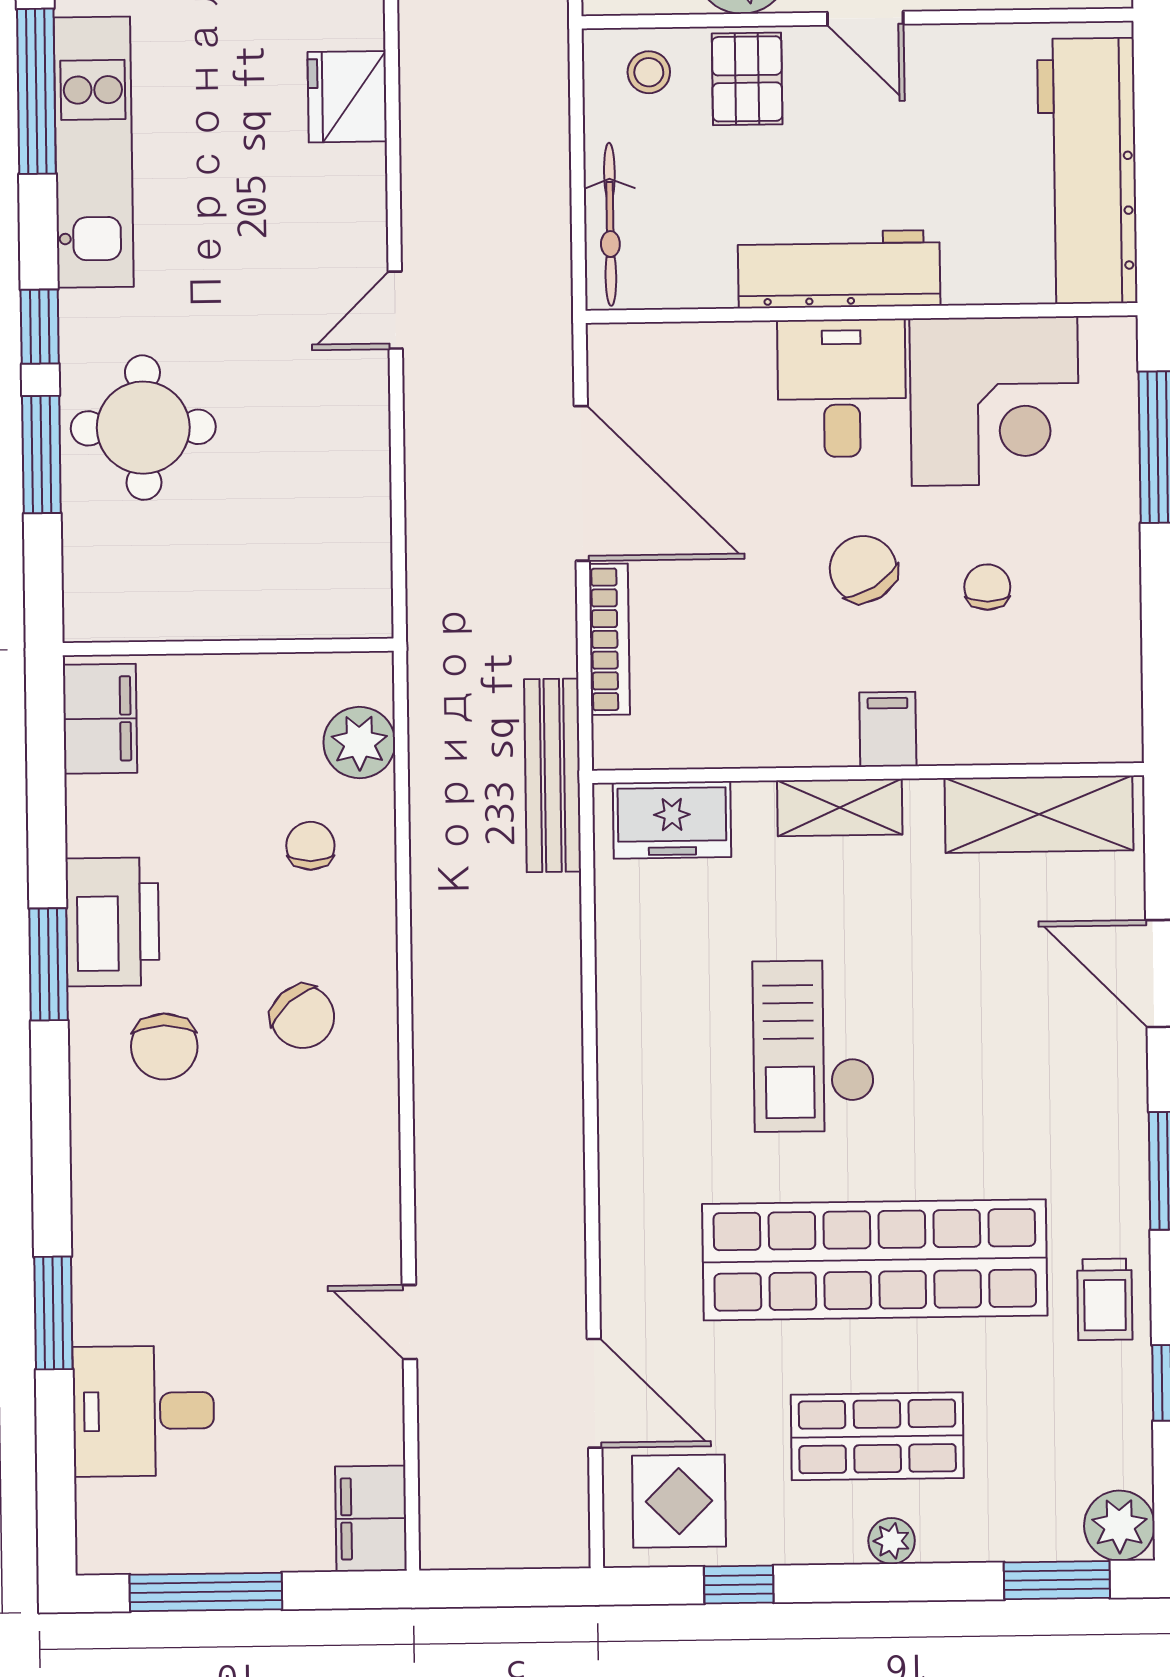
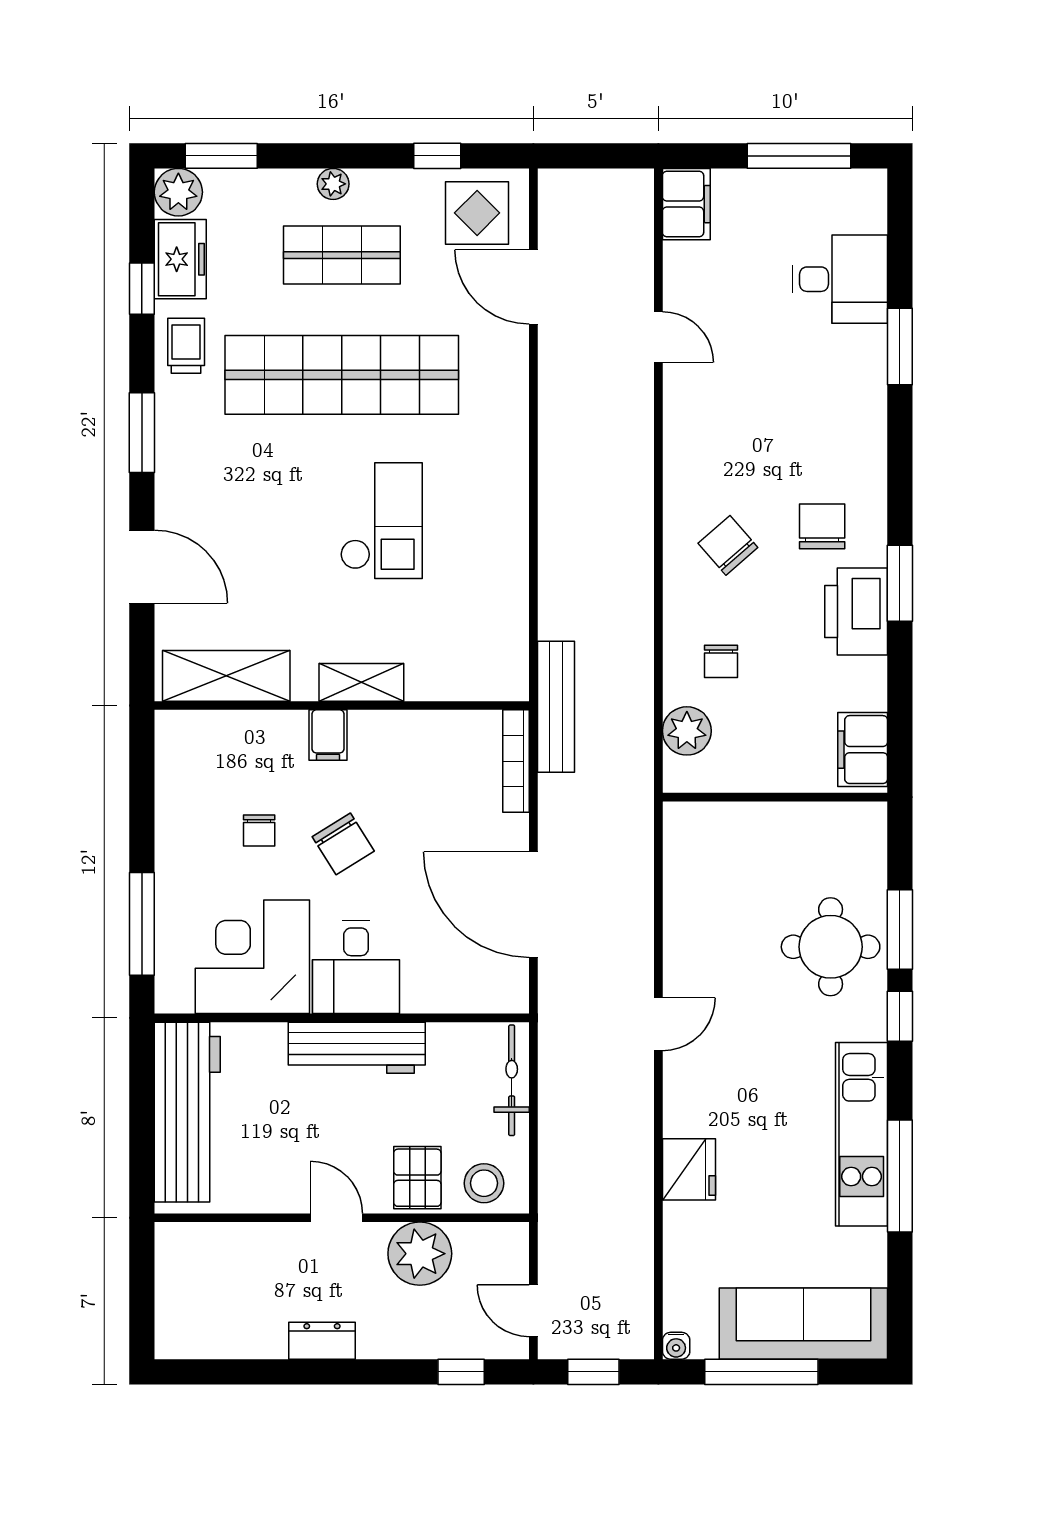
stool: (649, 72) -> (484, 1183), width x1.37, depth x1.37
bookcase: (609, 639) -> (516, 761), moved
freezer: (672, 820) -> (180, 259), moved, turned 90

